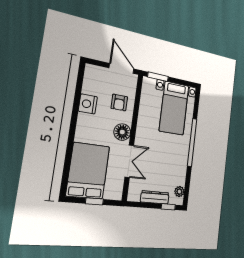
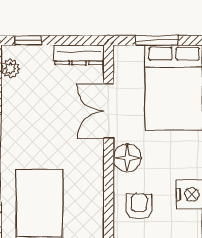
dresser: (155, 197) -> (79, 55), moved
window: (94, 201) -> (157, 40), width x1.50

